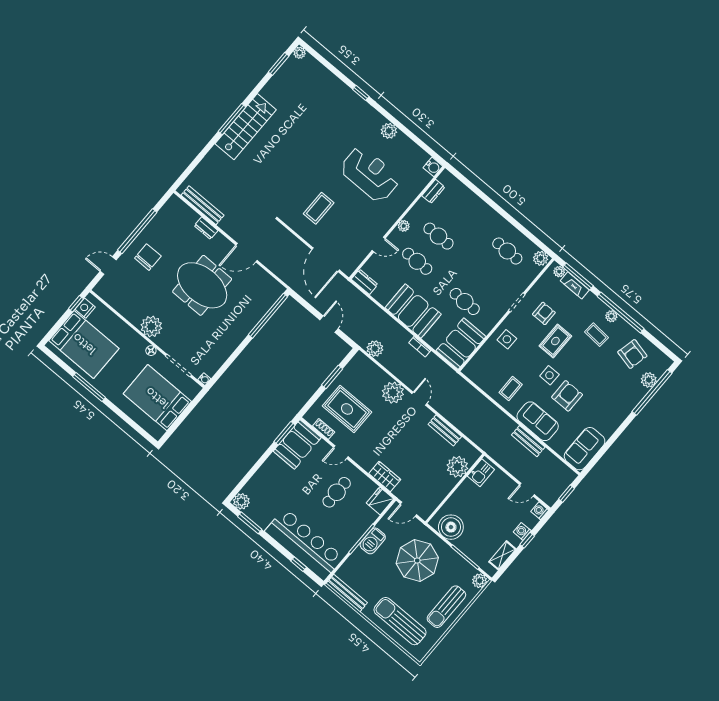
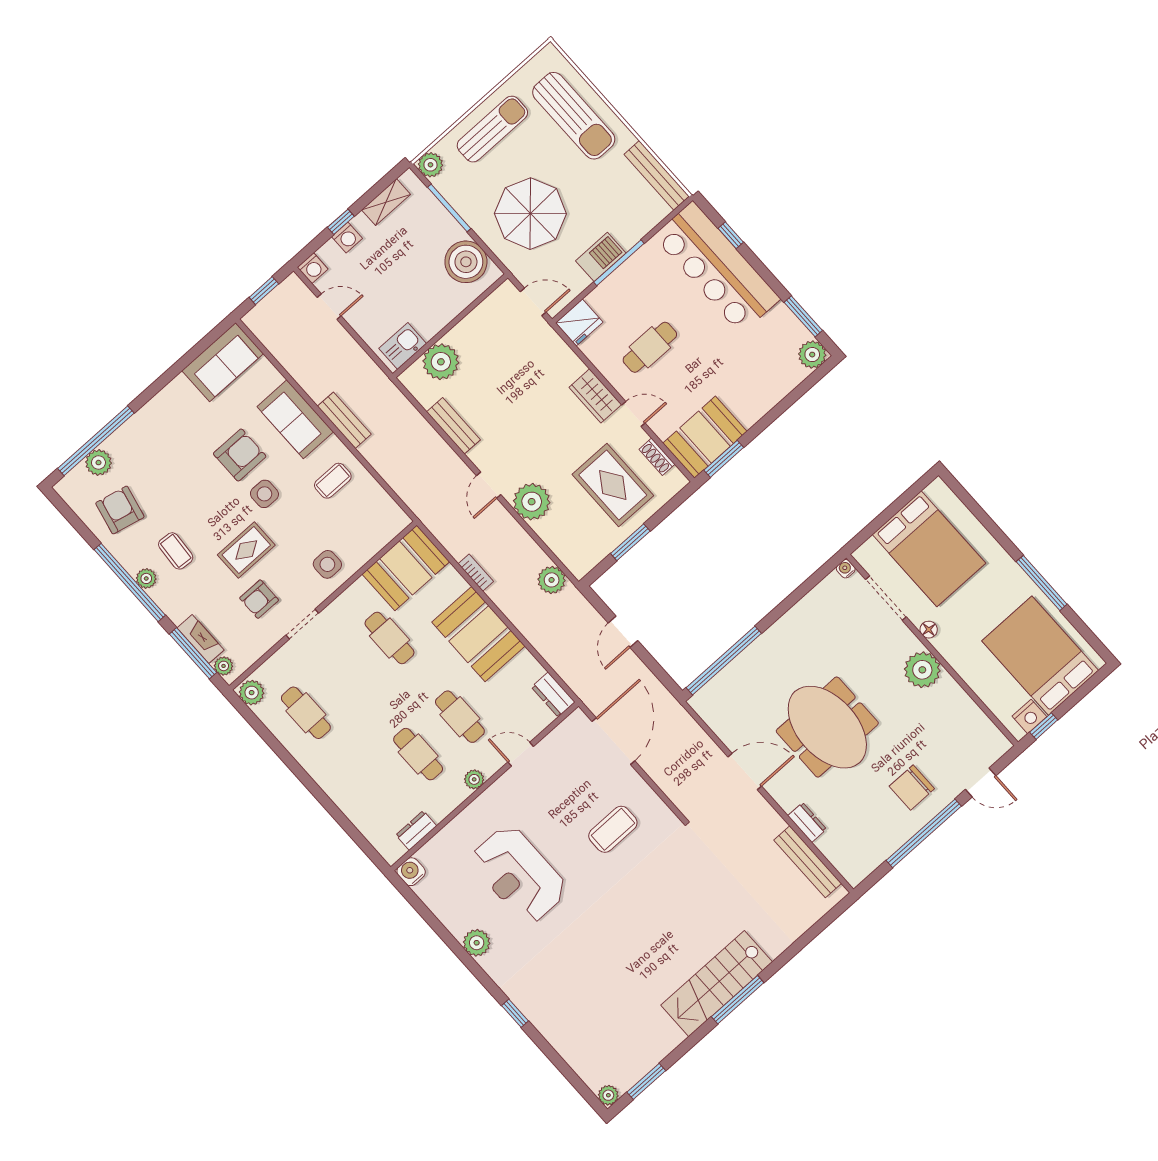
armchair: (567, 396) -> (240, 455), turned 180
bench: (528, 441) -> (344, 420), moved
wardrobe: (385, 476) -> (595, 396), moved

